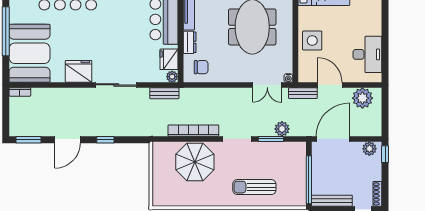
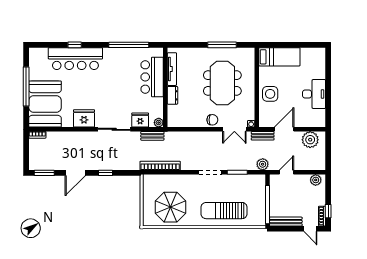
desk: (367, 54) -> (314, 94), moved
fridge: (169, 59) -> (140, 120), moved, turned 90
chair: (201, 67) -> (212, 120), moved
door: (330, 85) -> (284, 129), hinge flipped
plant: (282, 129) -> (263, 164), moved
bookcase: (193, 131) -> (160, 166), moved
door: (333, 139) -> (287, 172), width x0.53
window: (385, 154) -> (328, 211), moved
parasol: (195, 162) -> (170, 207), moved
sun lounger: (254, 187) -> (224, 211), width x1.36, depth x1.34

